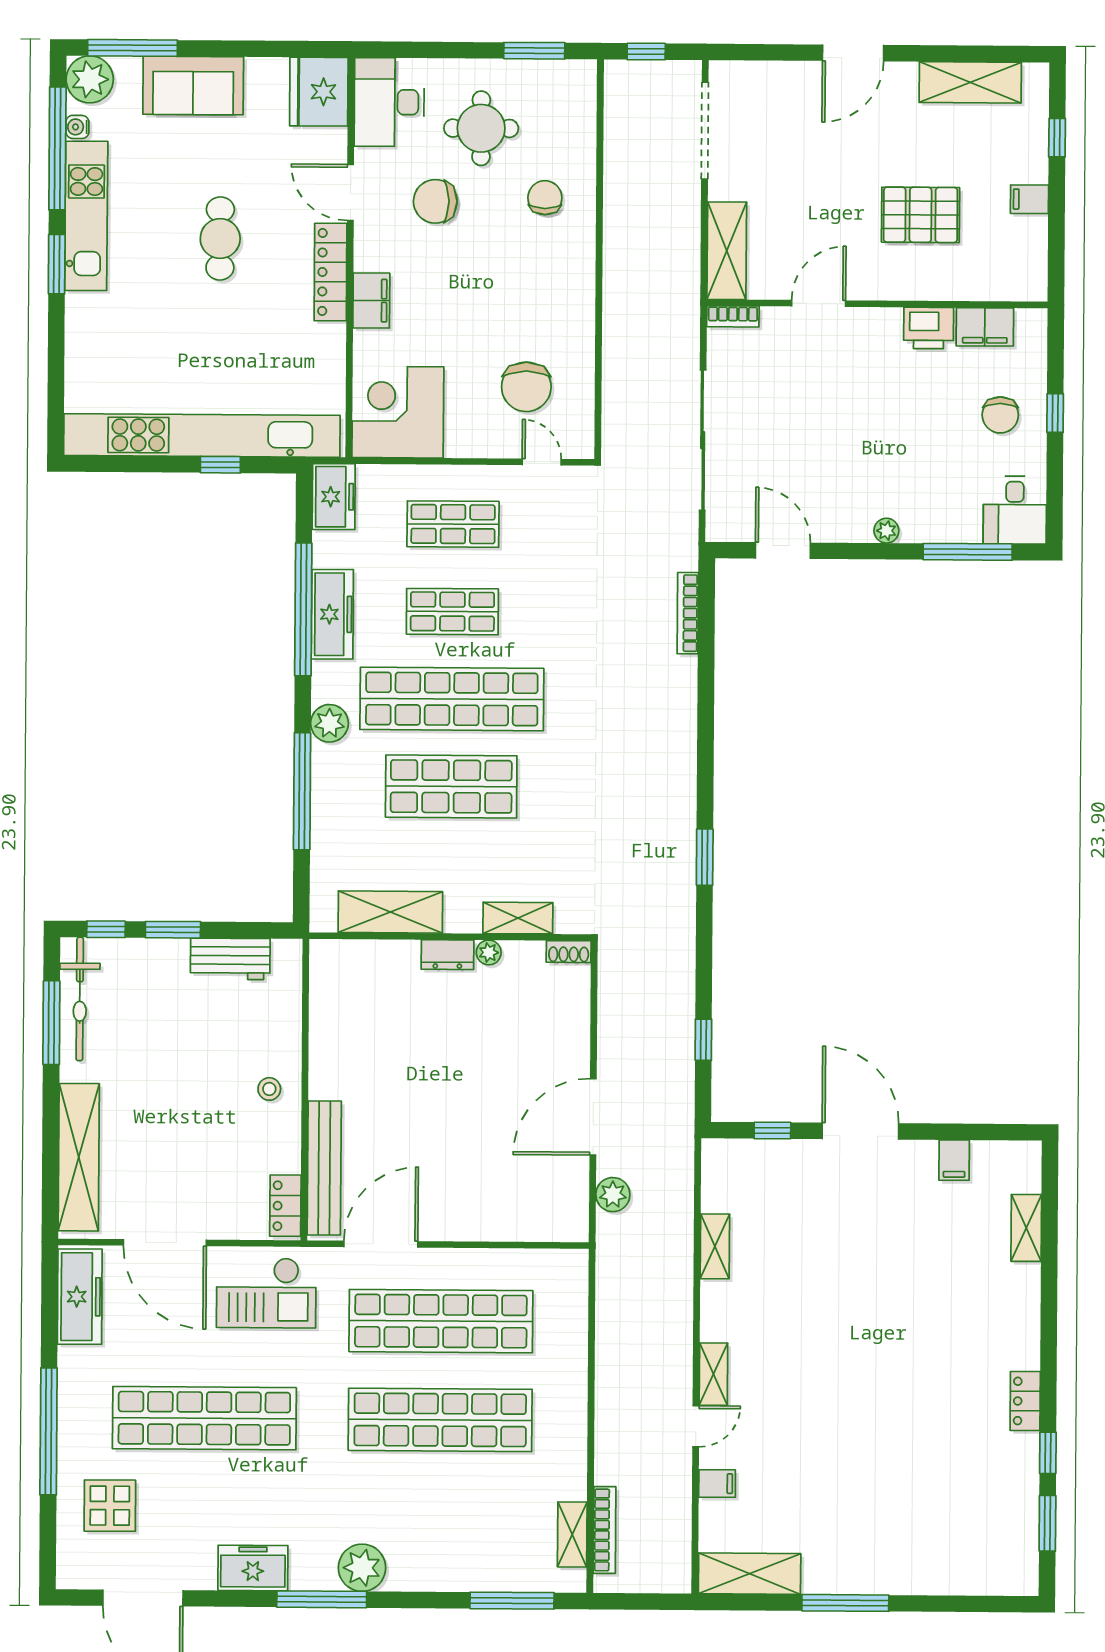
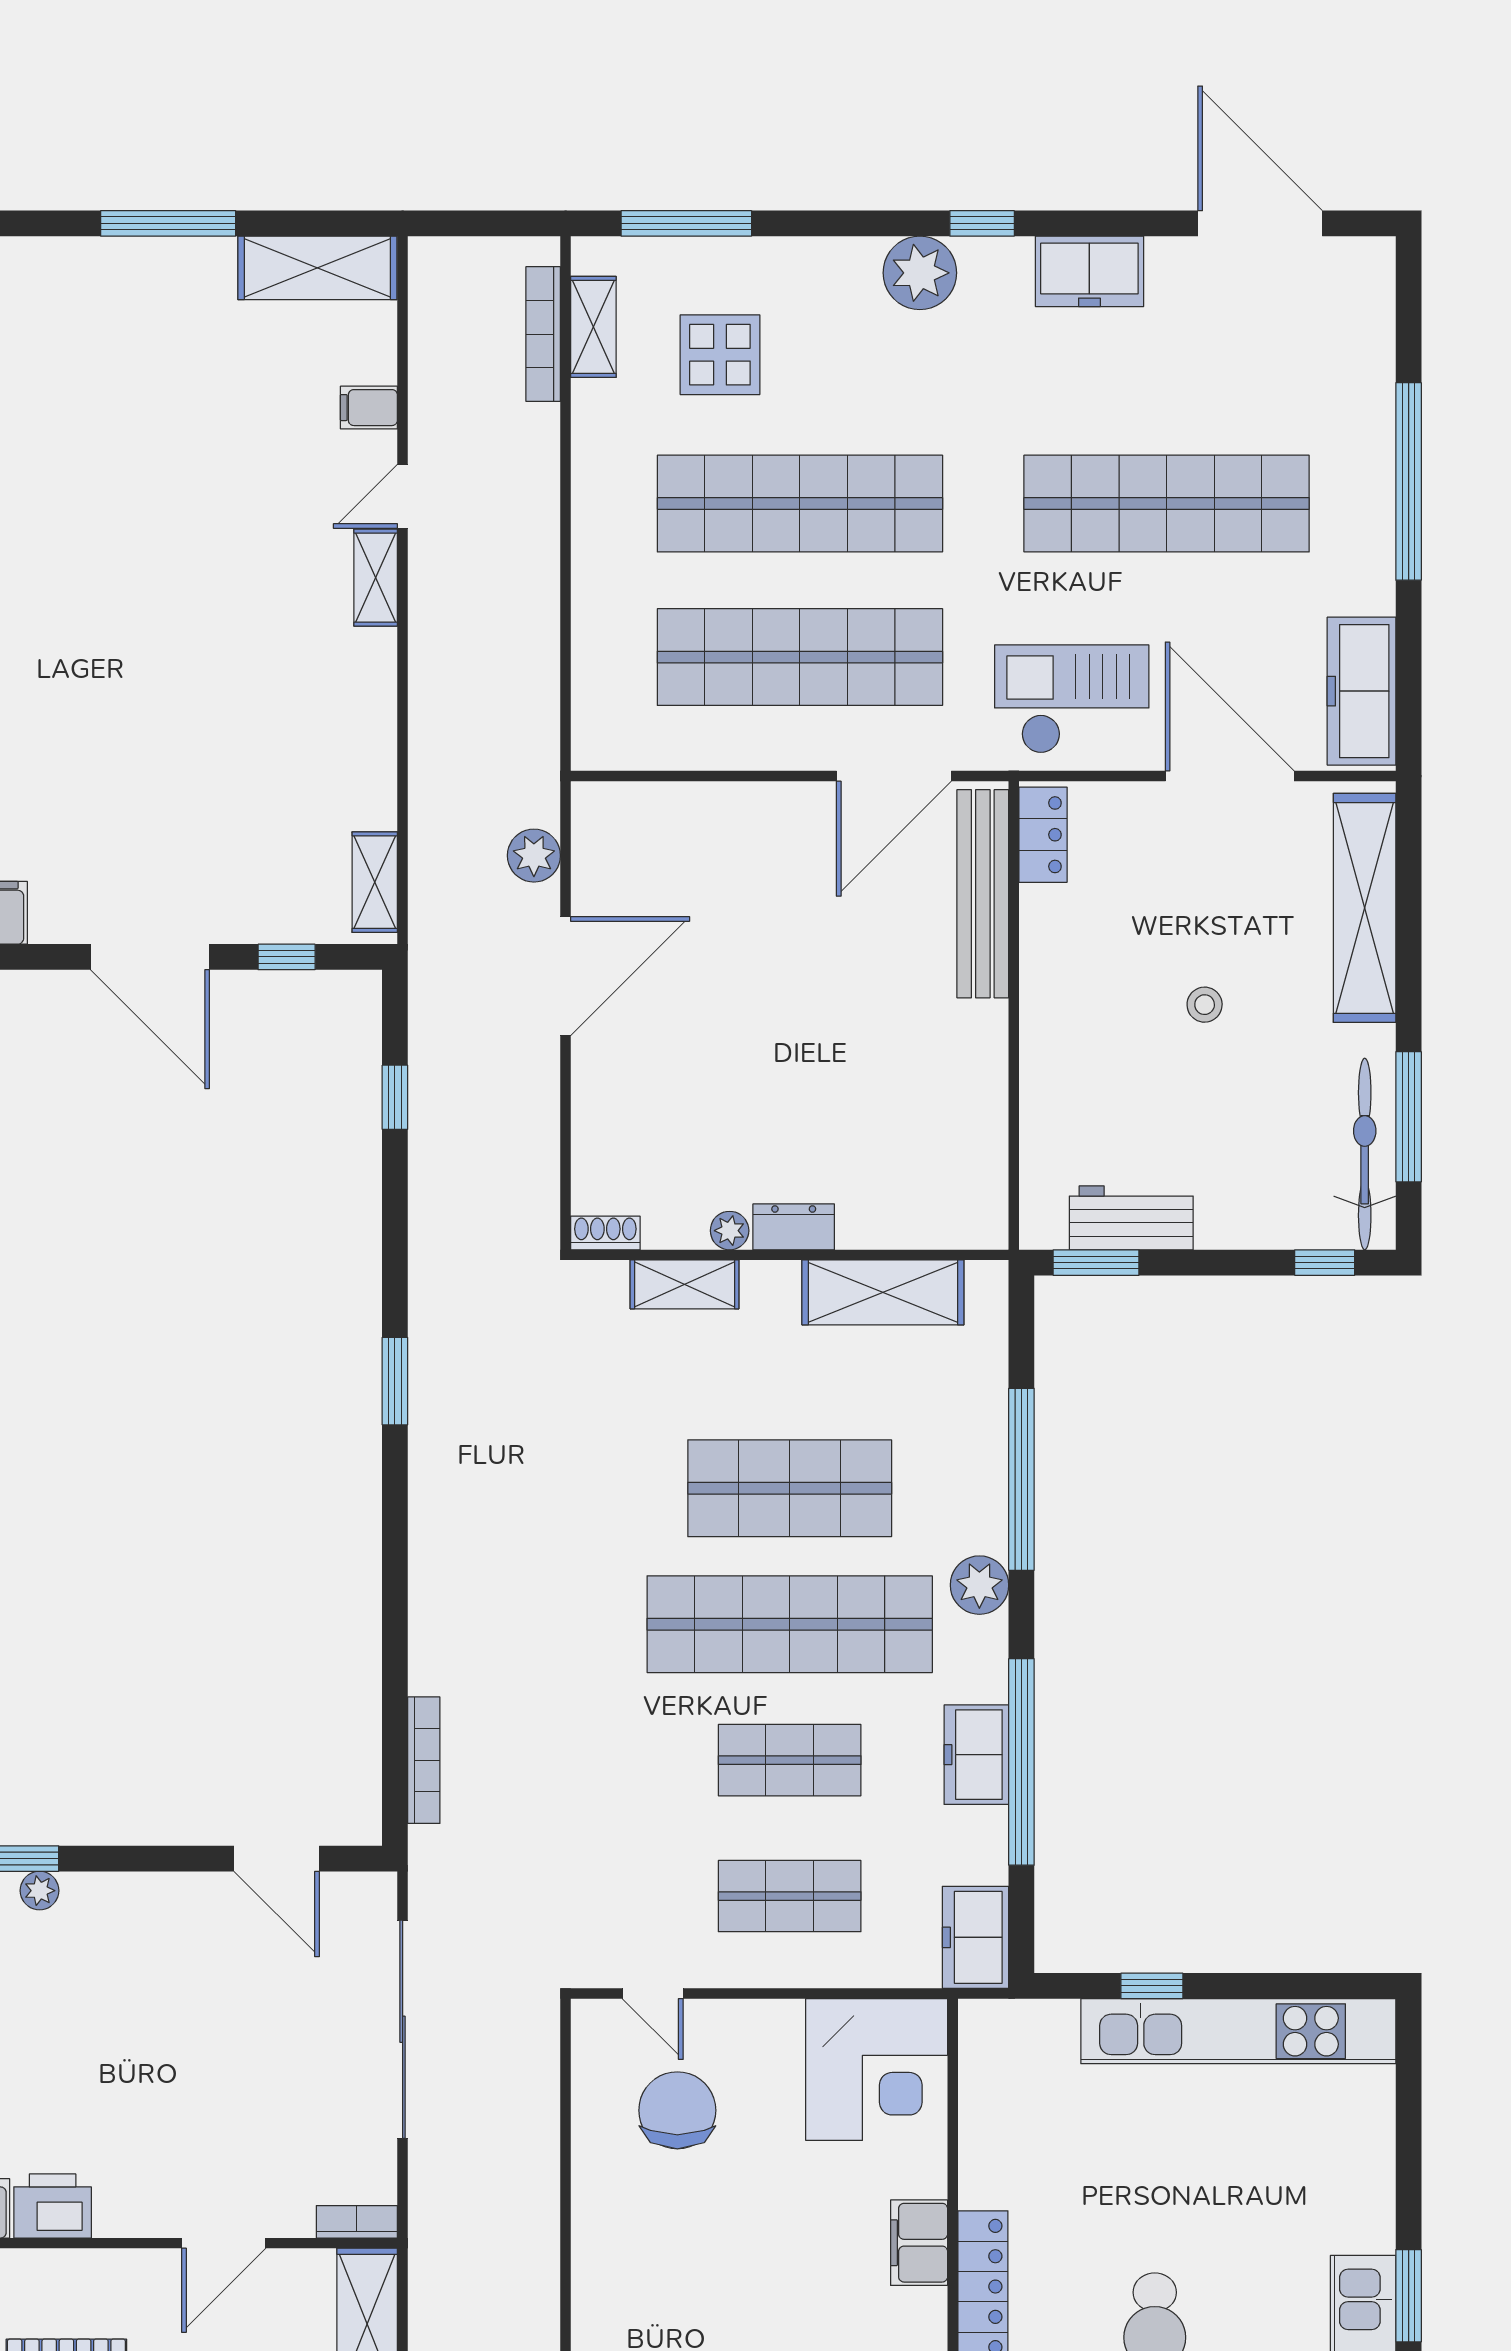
kitchen unit: (202, 435) -> (1238, 2031), width x0.73
plant: (886, 531) -> (40, 1891), moved
freezer: (332, 614) -> (976, 1755), width x0.71
window: (173, 930) -> (1096, 1263), moved
stool: (269, 1089) -> (1205, 1005), moved
shelving: (715, 1246) -> (375, 882), moved
display table: (110, 1506) -> (720, 355), moved
window: (322, 1599) -> (982, 223), width x0.46

